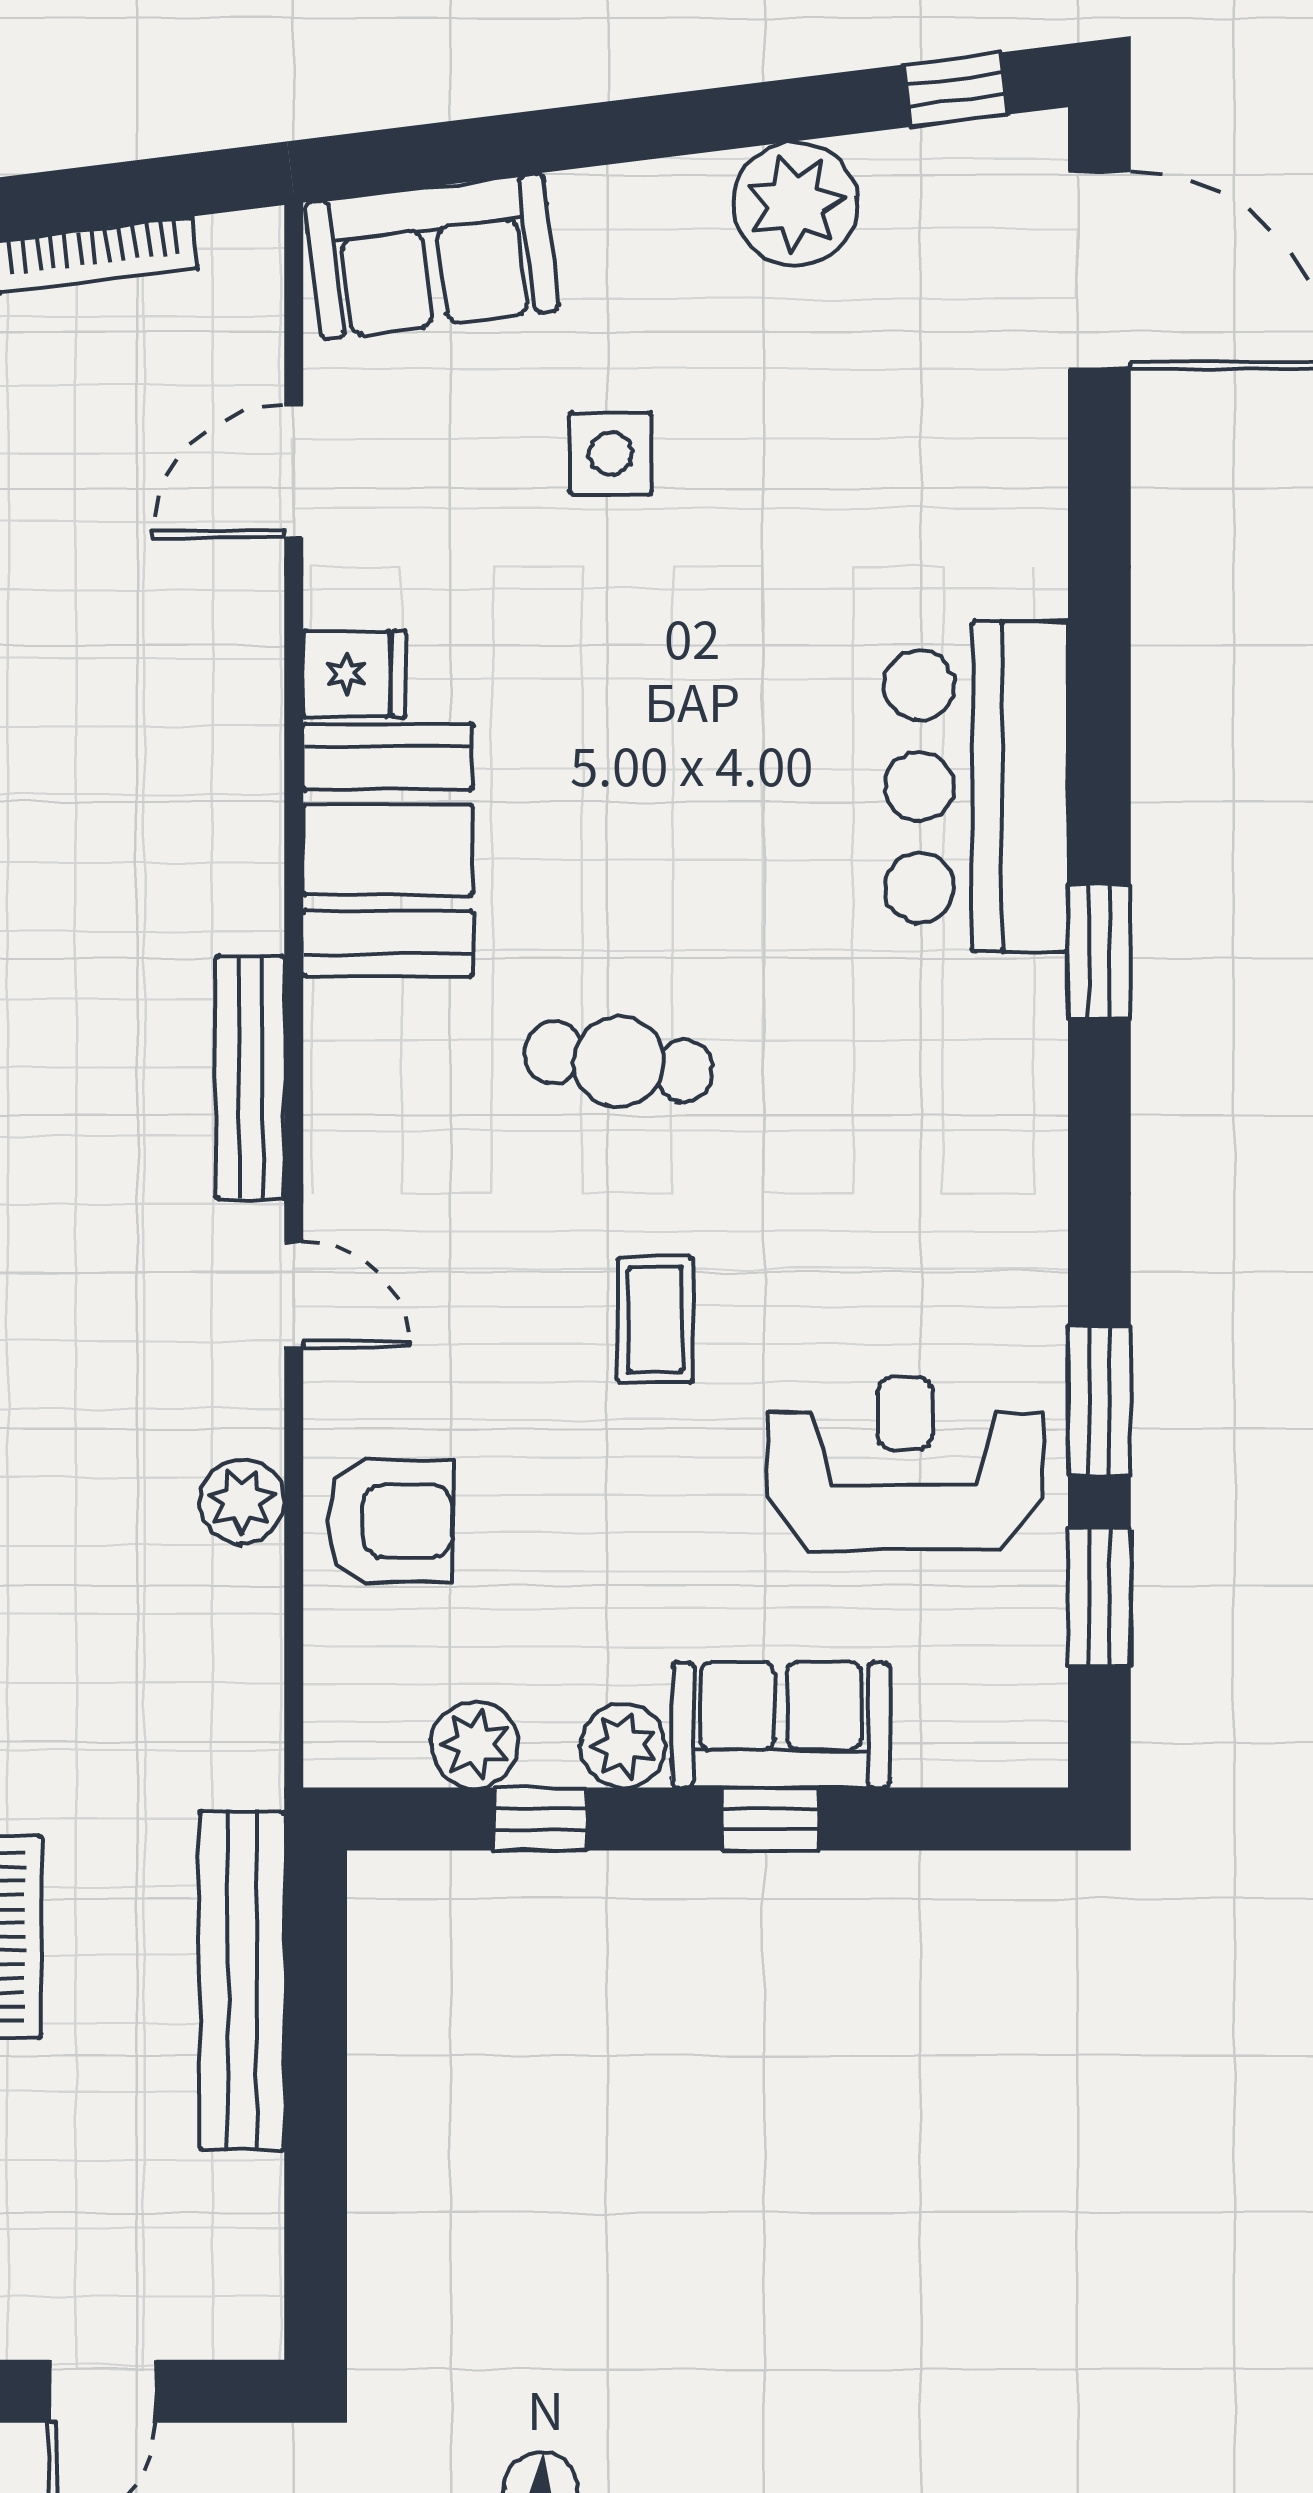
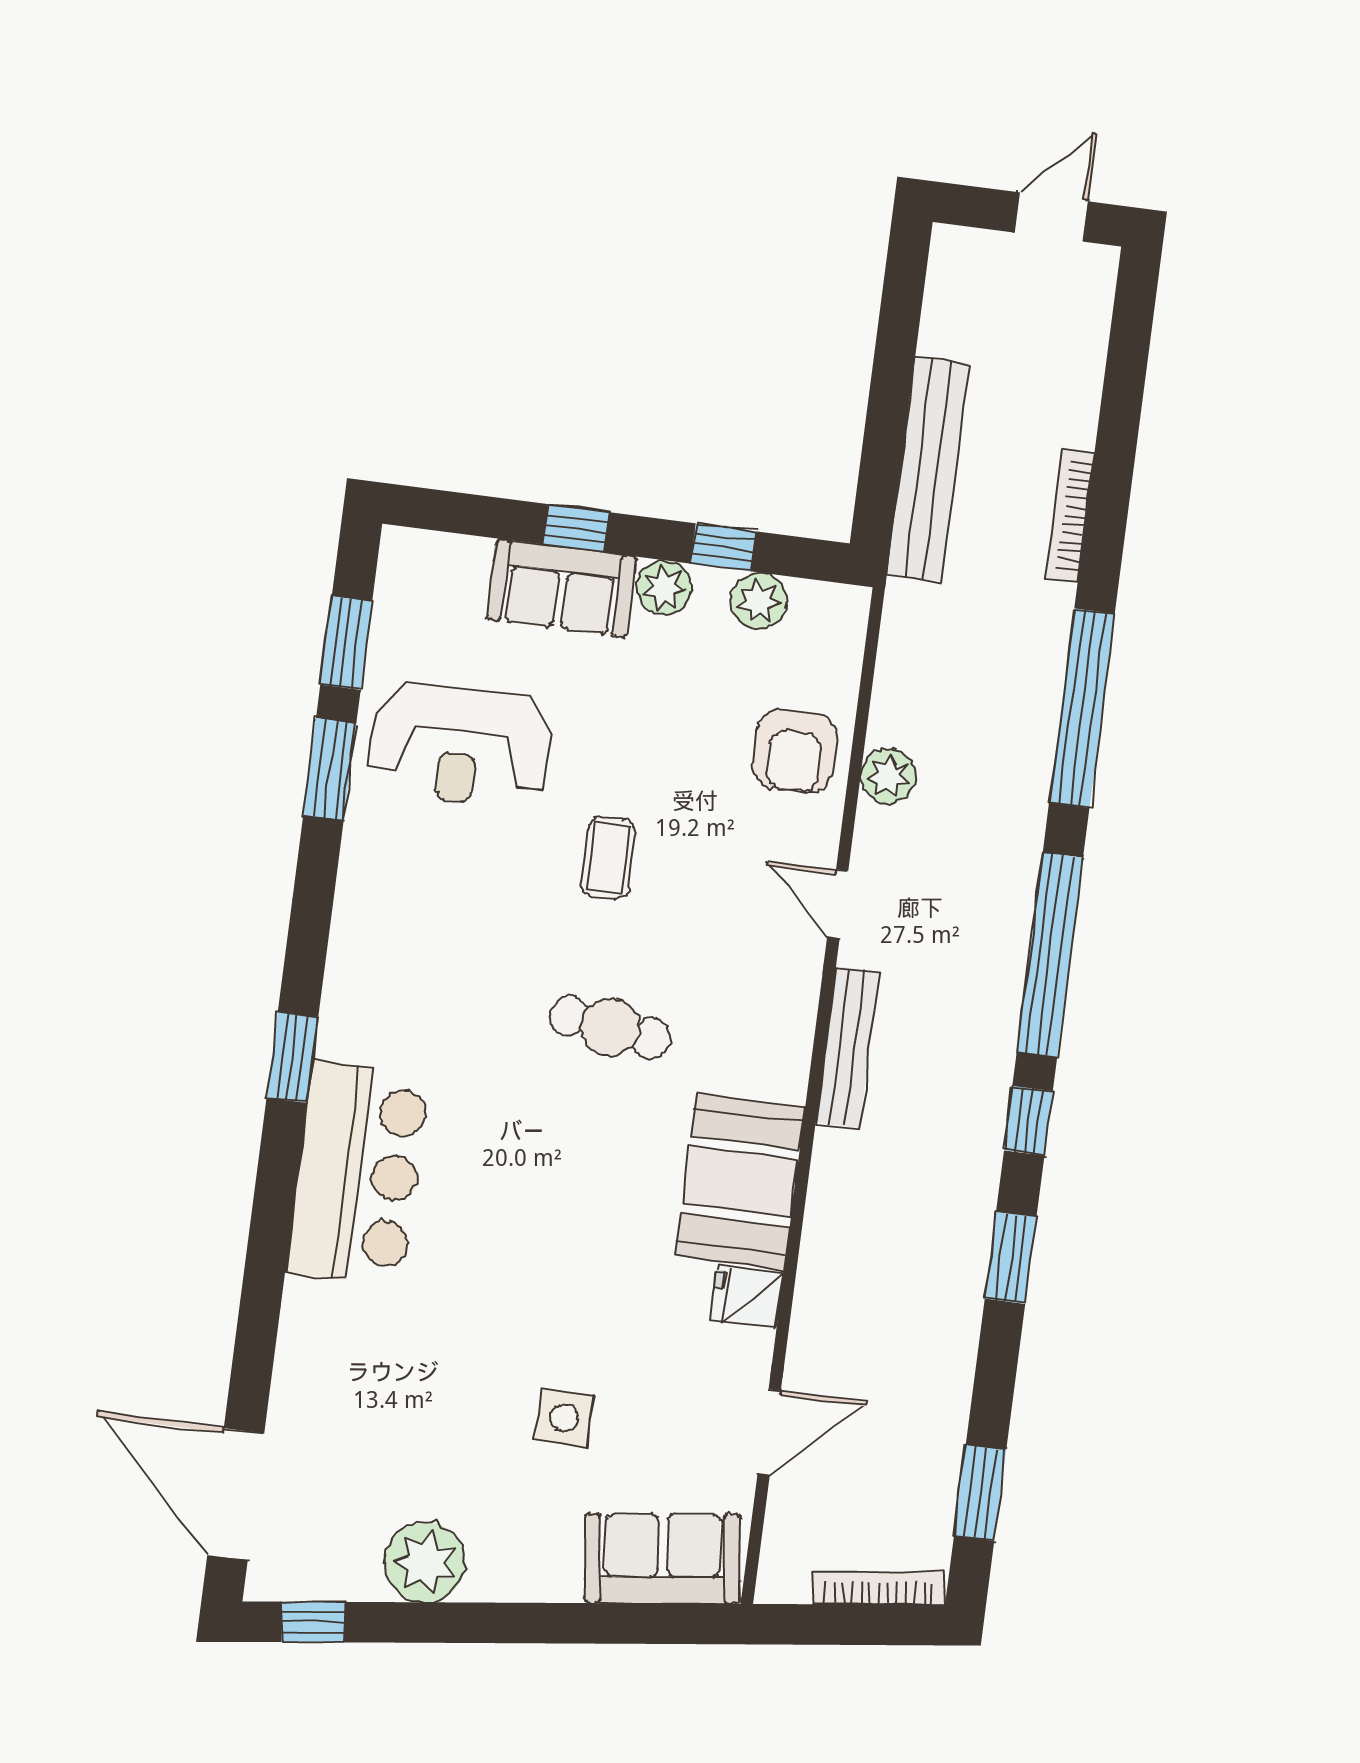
armchair: (390, 1521) -> (795, 751), turned -90

